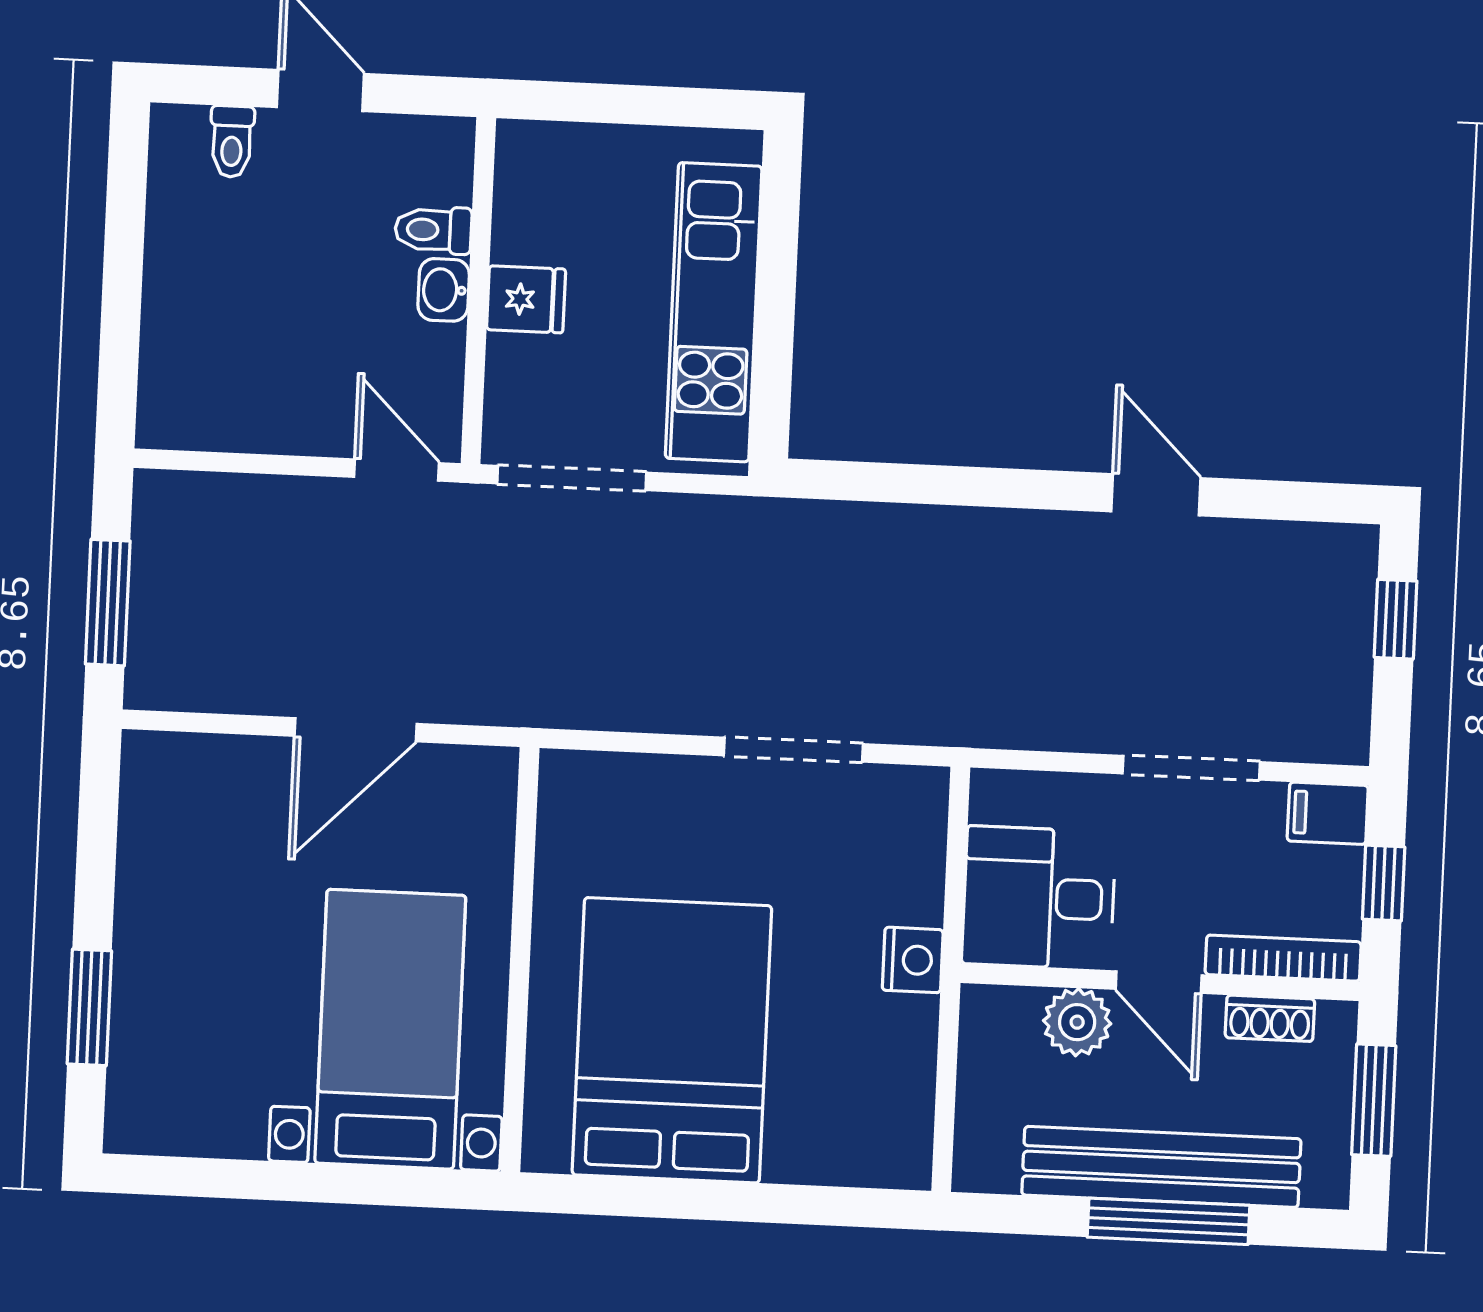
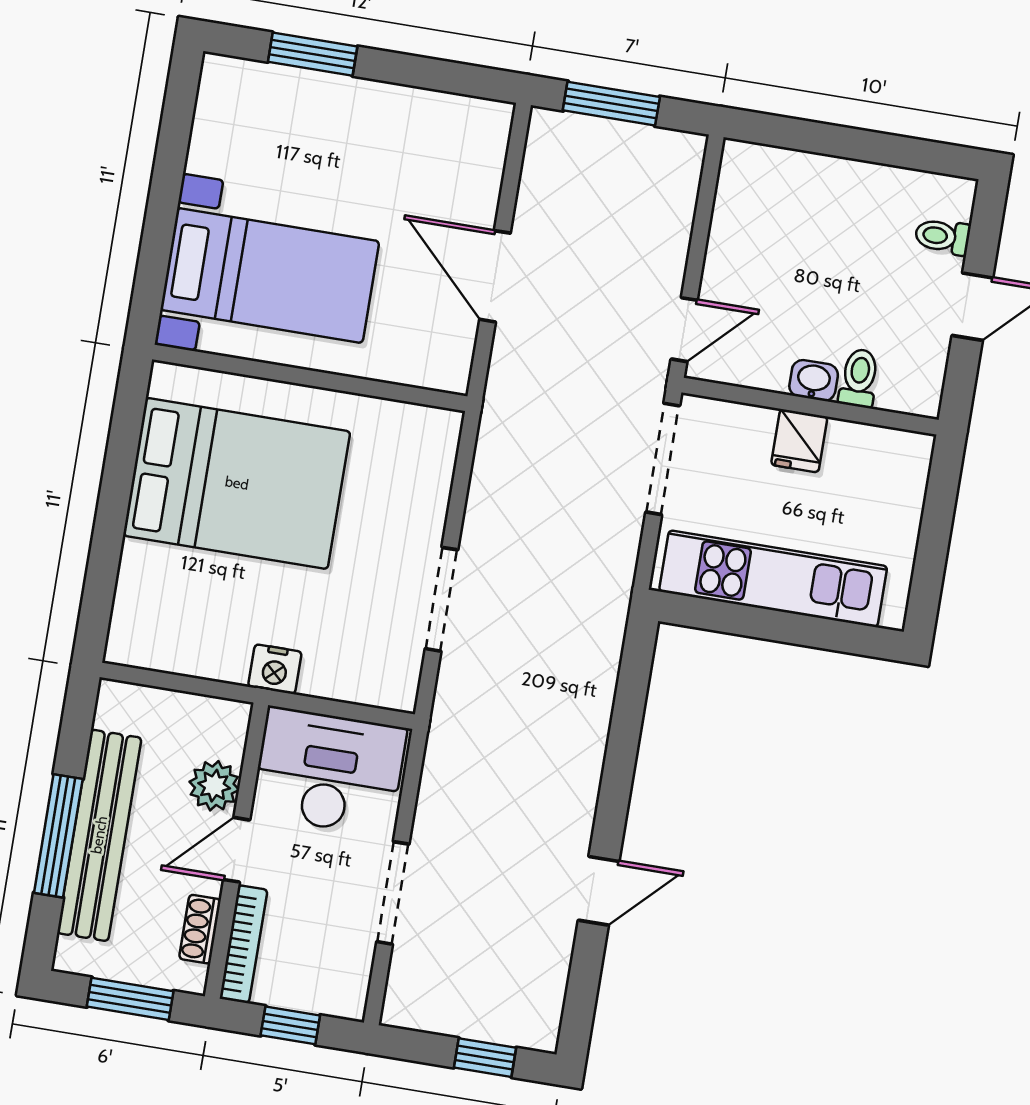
filing cabinet: (1328, 813) -> (347, 990), removed
desk: (1039, 898) -> (329, 771), width x1.37

